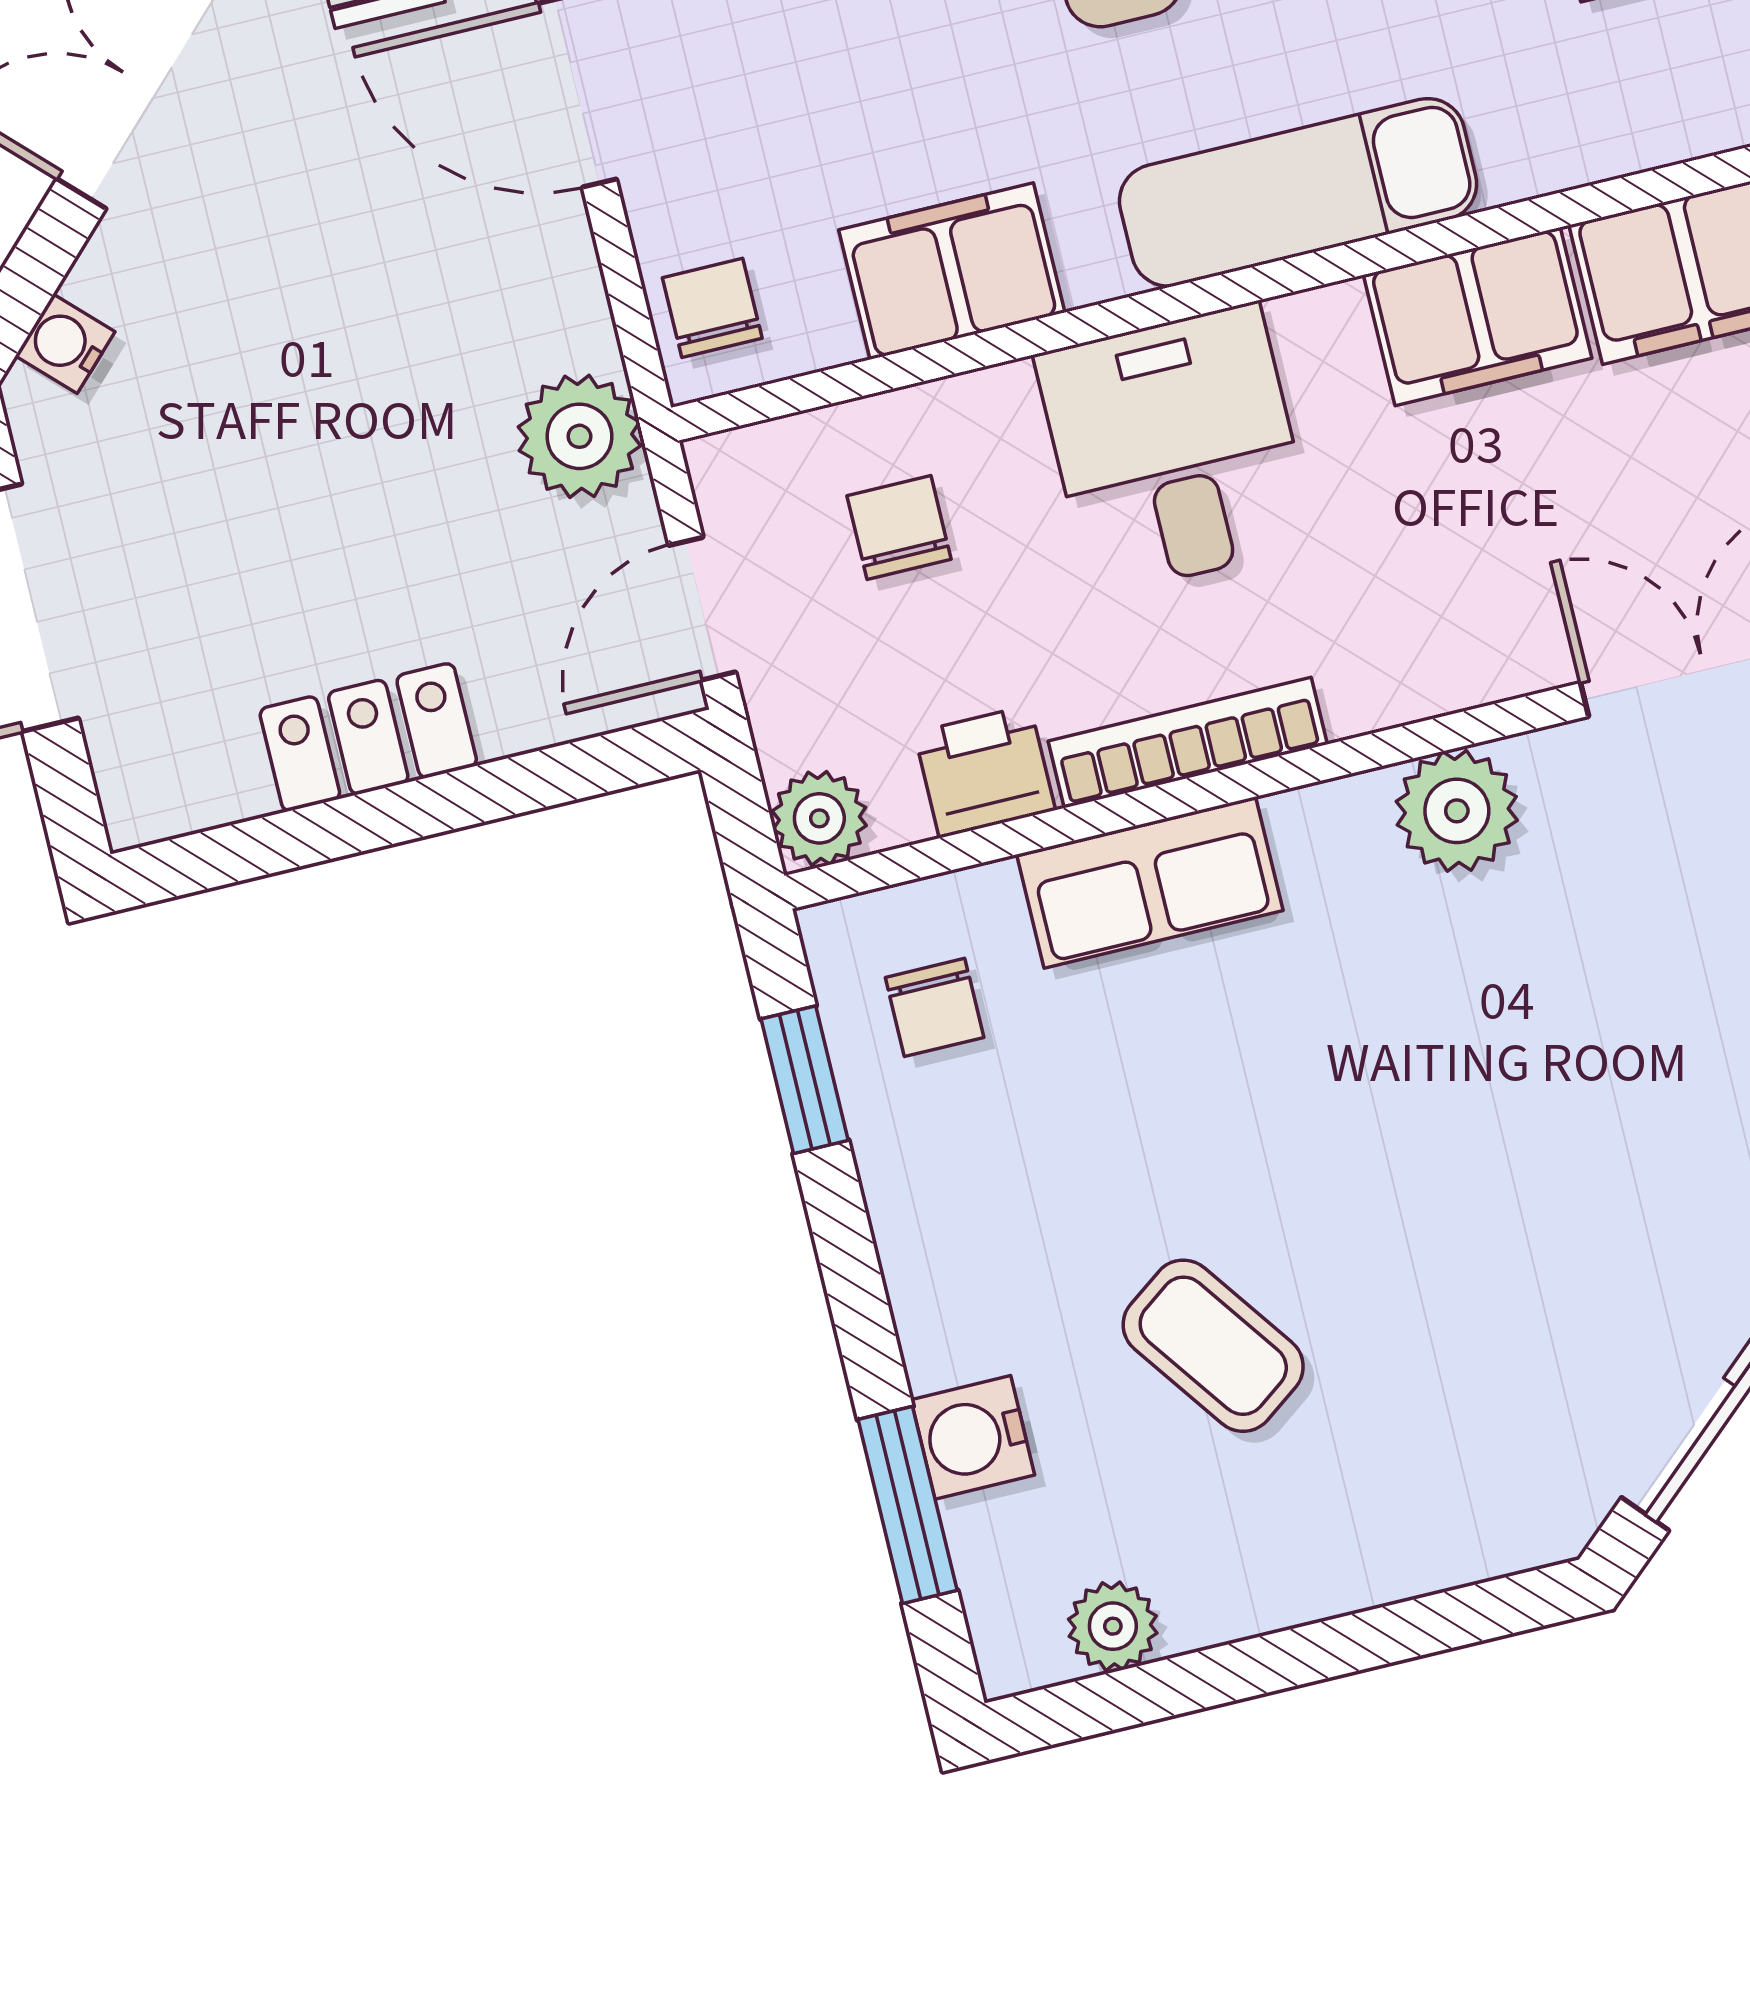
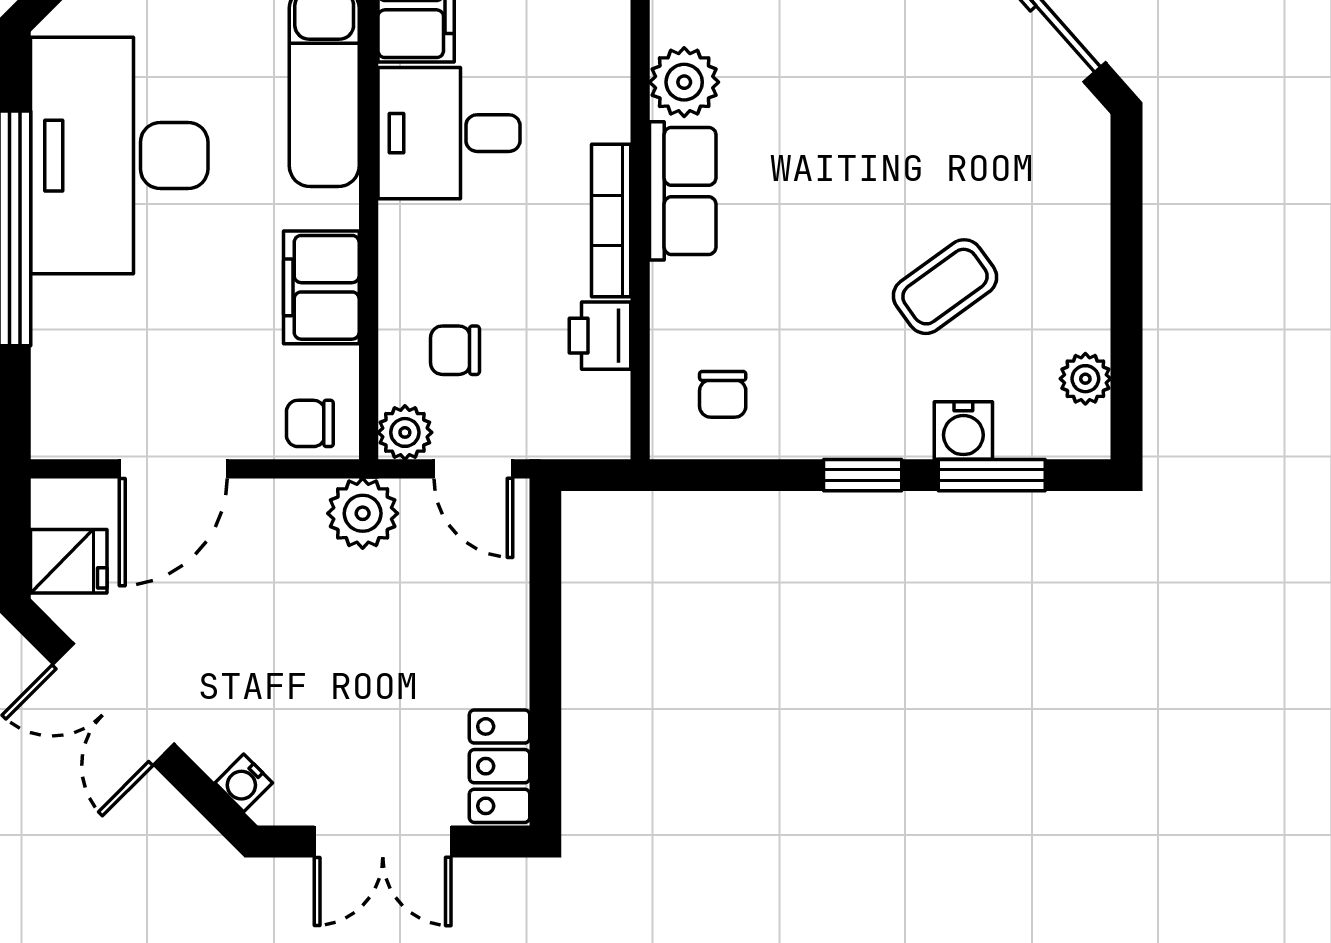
desk: (1175, 450) -> (449, 133), moved
locker: (368, 737) -> (500, 766), moved
plant: (819, 818) -> (405, 432), moved
row of seats: (1150, 882) -> (683, 191), moved
chair: (935, 1007) -> (723, 394), turned 90
window: (805, 1080) -> (863, 475), moved

